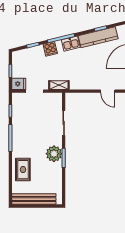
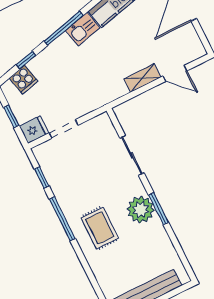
cooker: (50, 49) -> (24, 80), moved
shelving: (59, 85) -> (142, 78), moved
rug: (23, 170) -> (100, 228), moved

